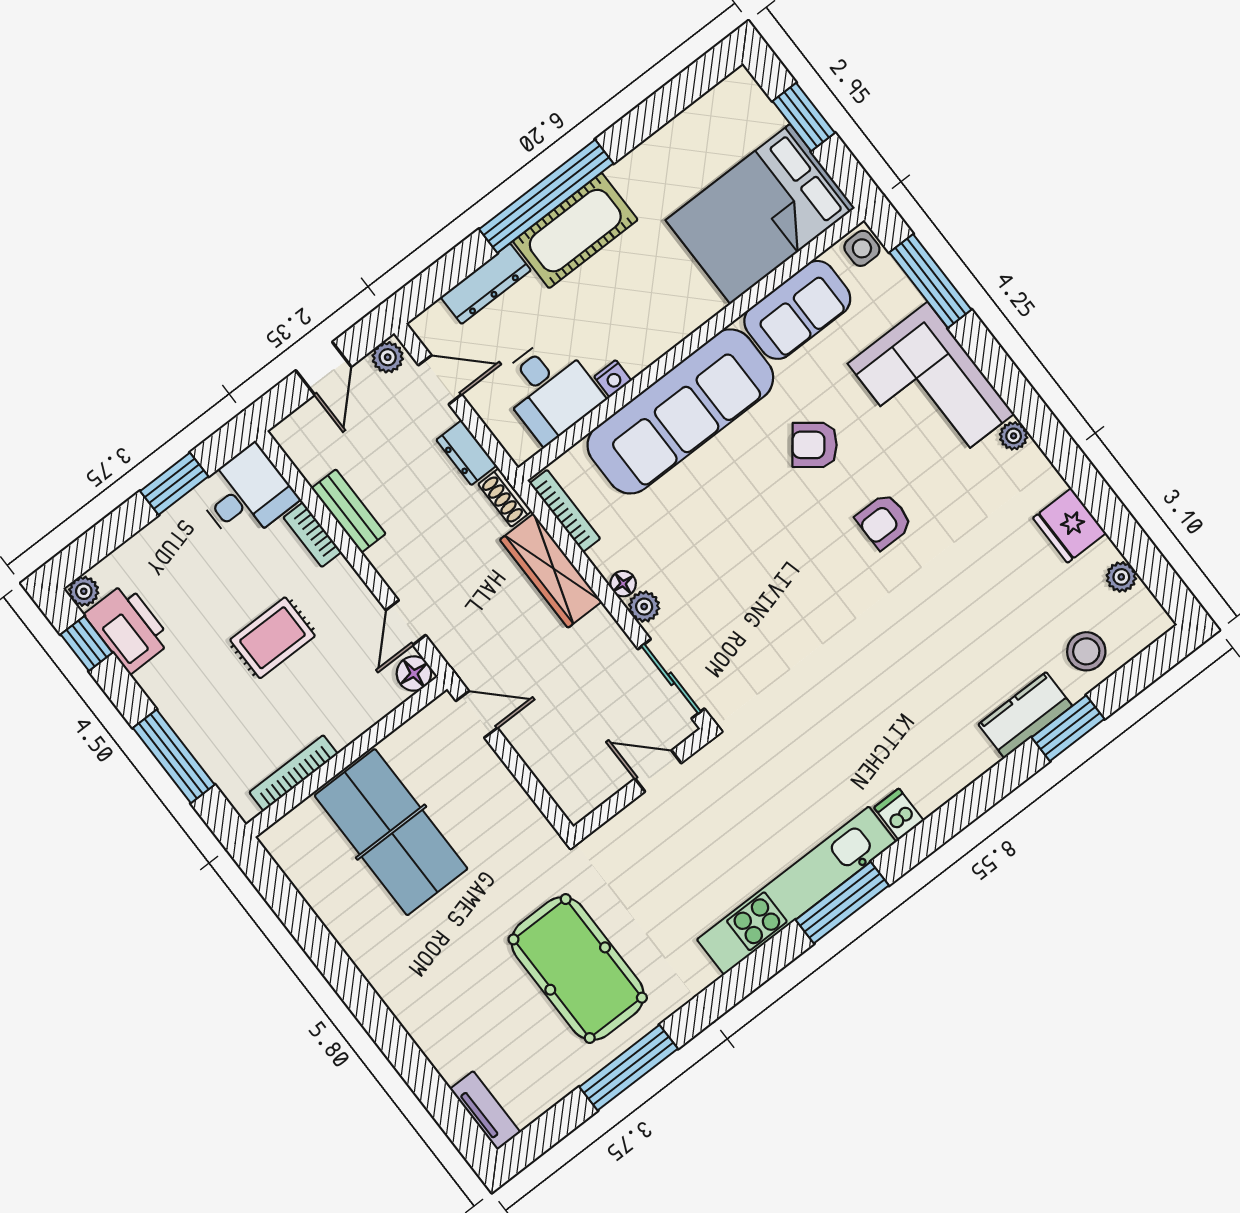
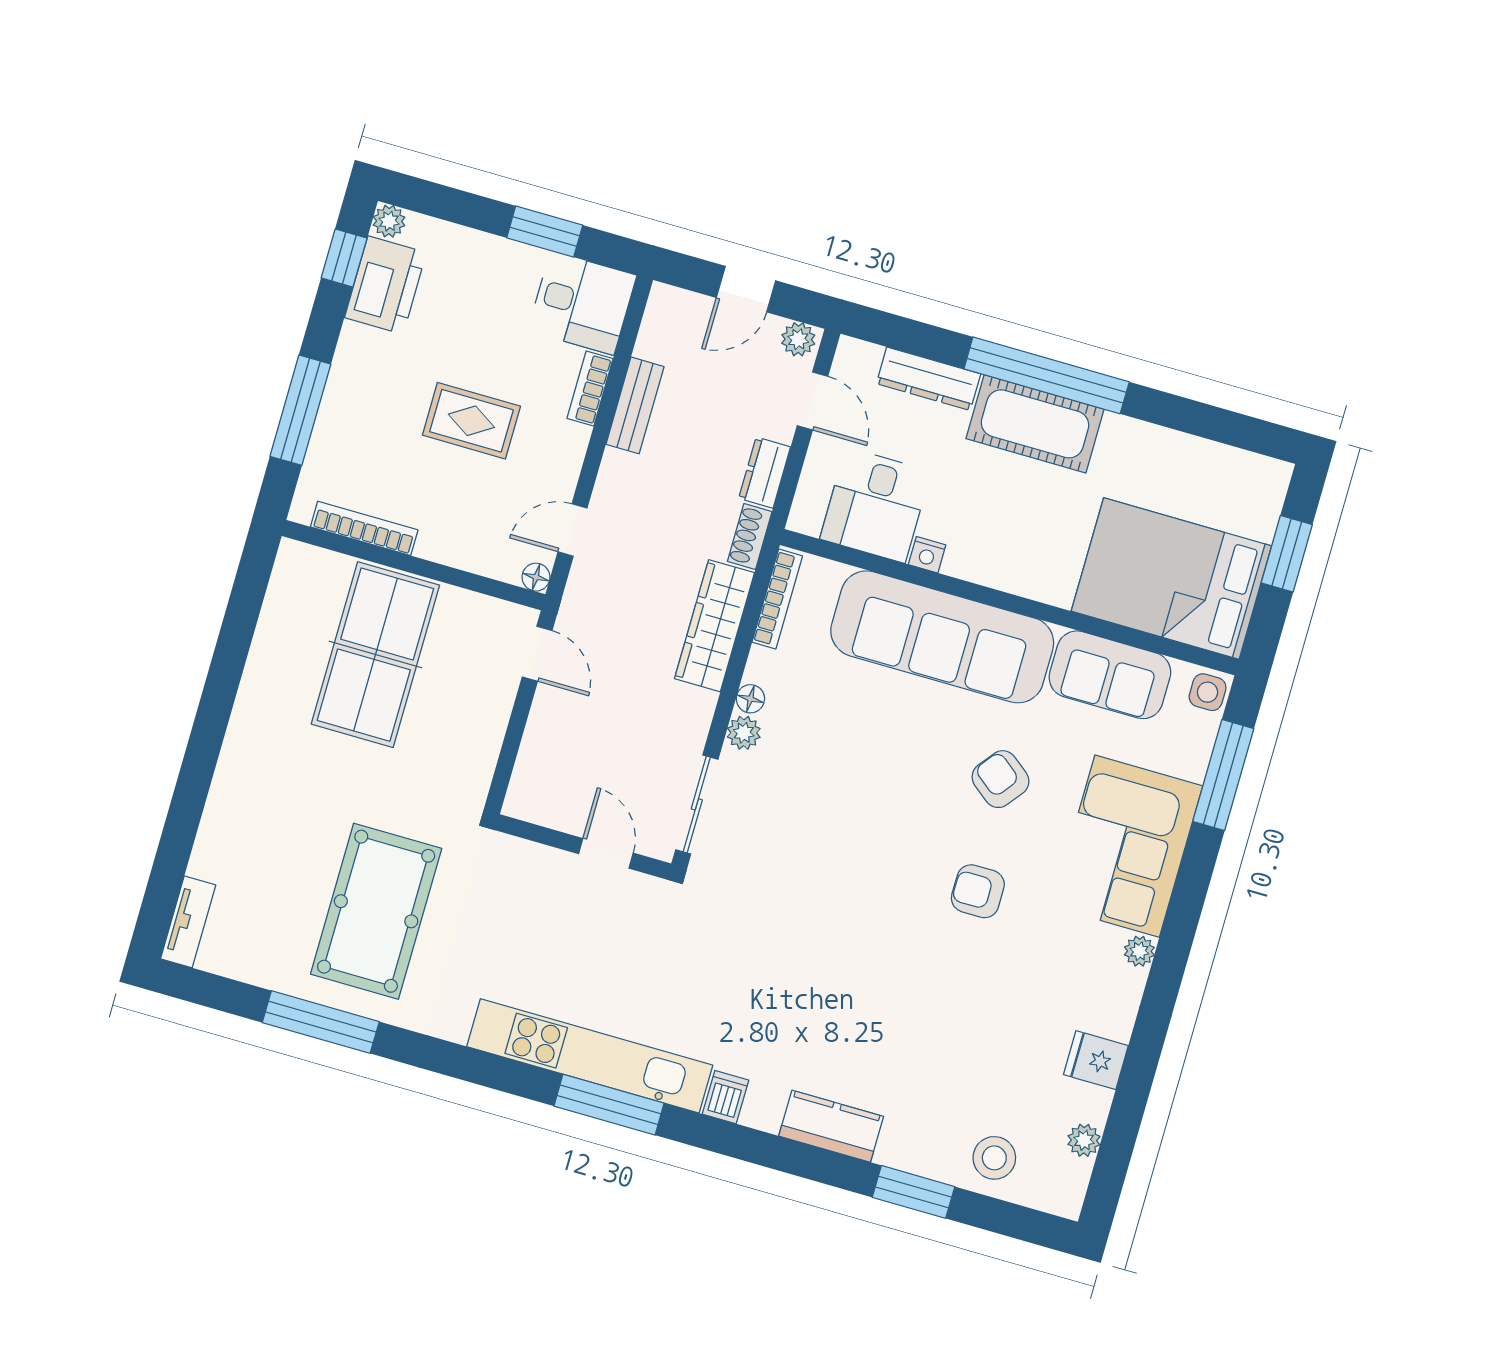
fridge: (1069, 526) -> (1096, 1060), width x0.72
floor lamp: (414, 674) -> (536, 577), width x0.73, depth x0.73
kitchen counter: (1025, 715) -> (831, 1126), moved

